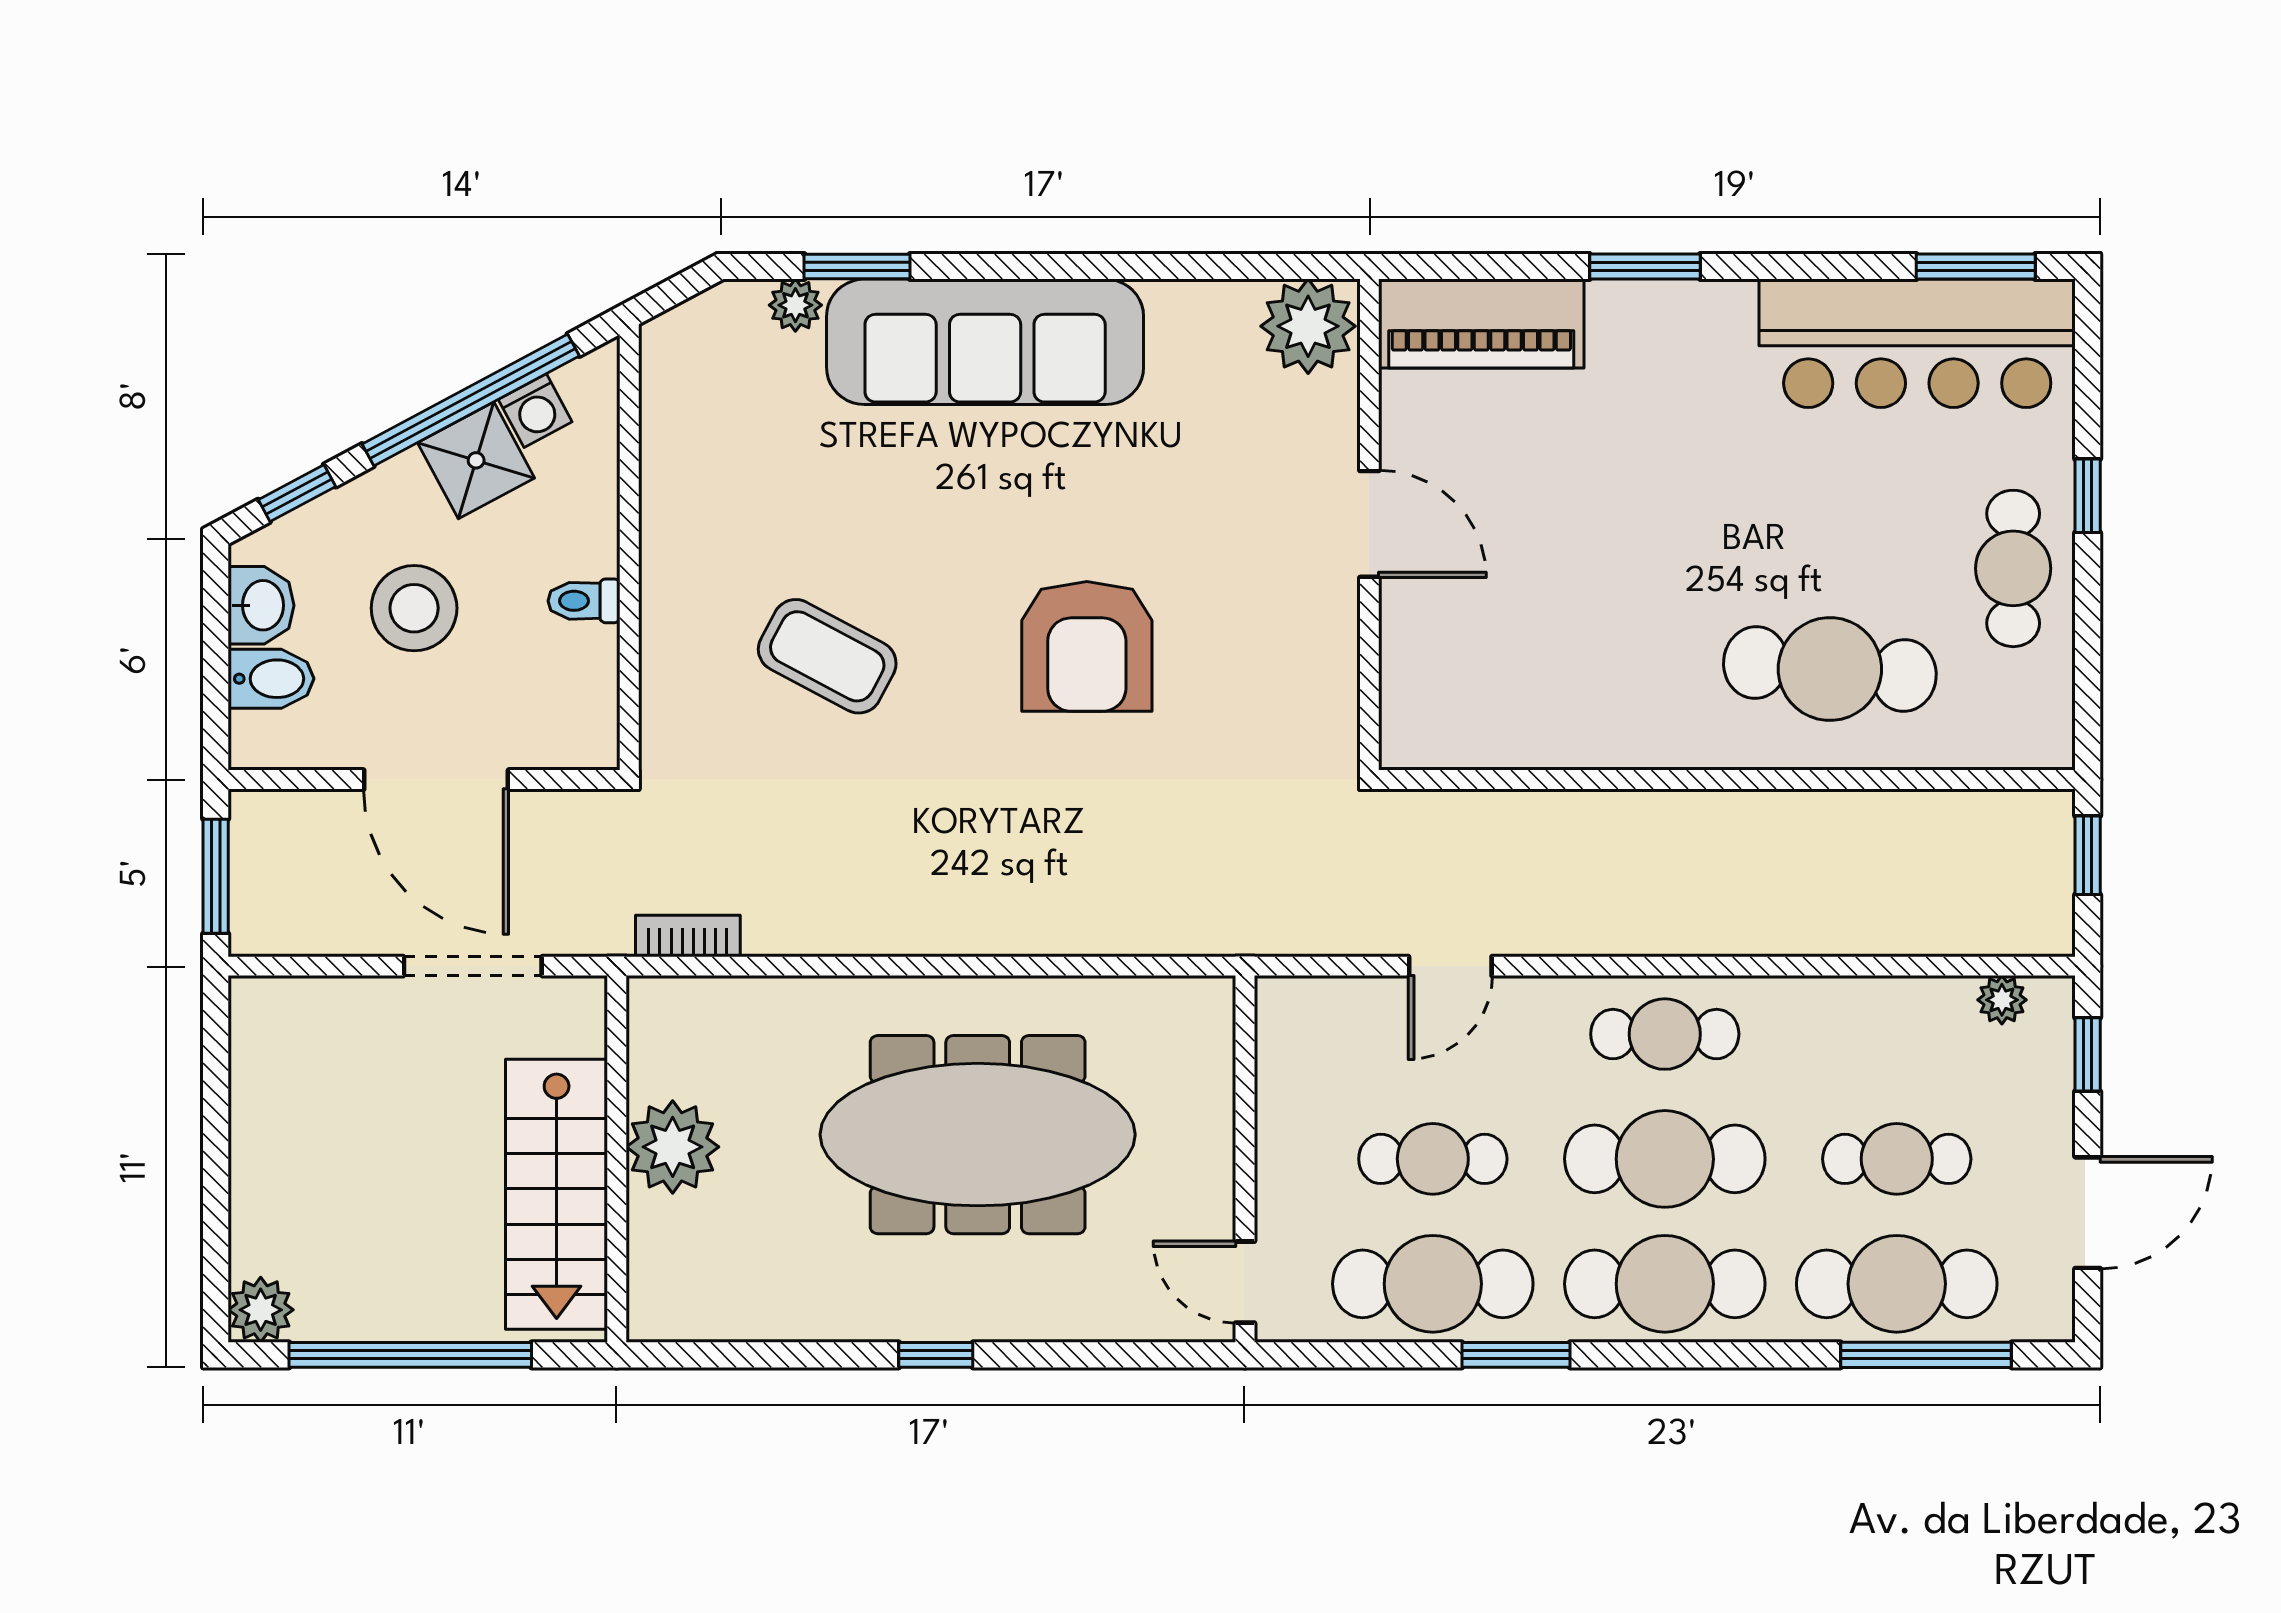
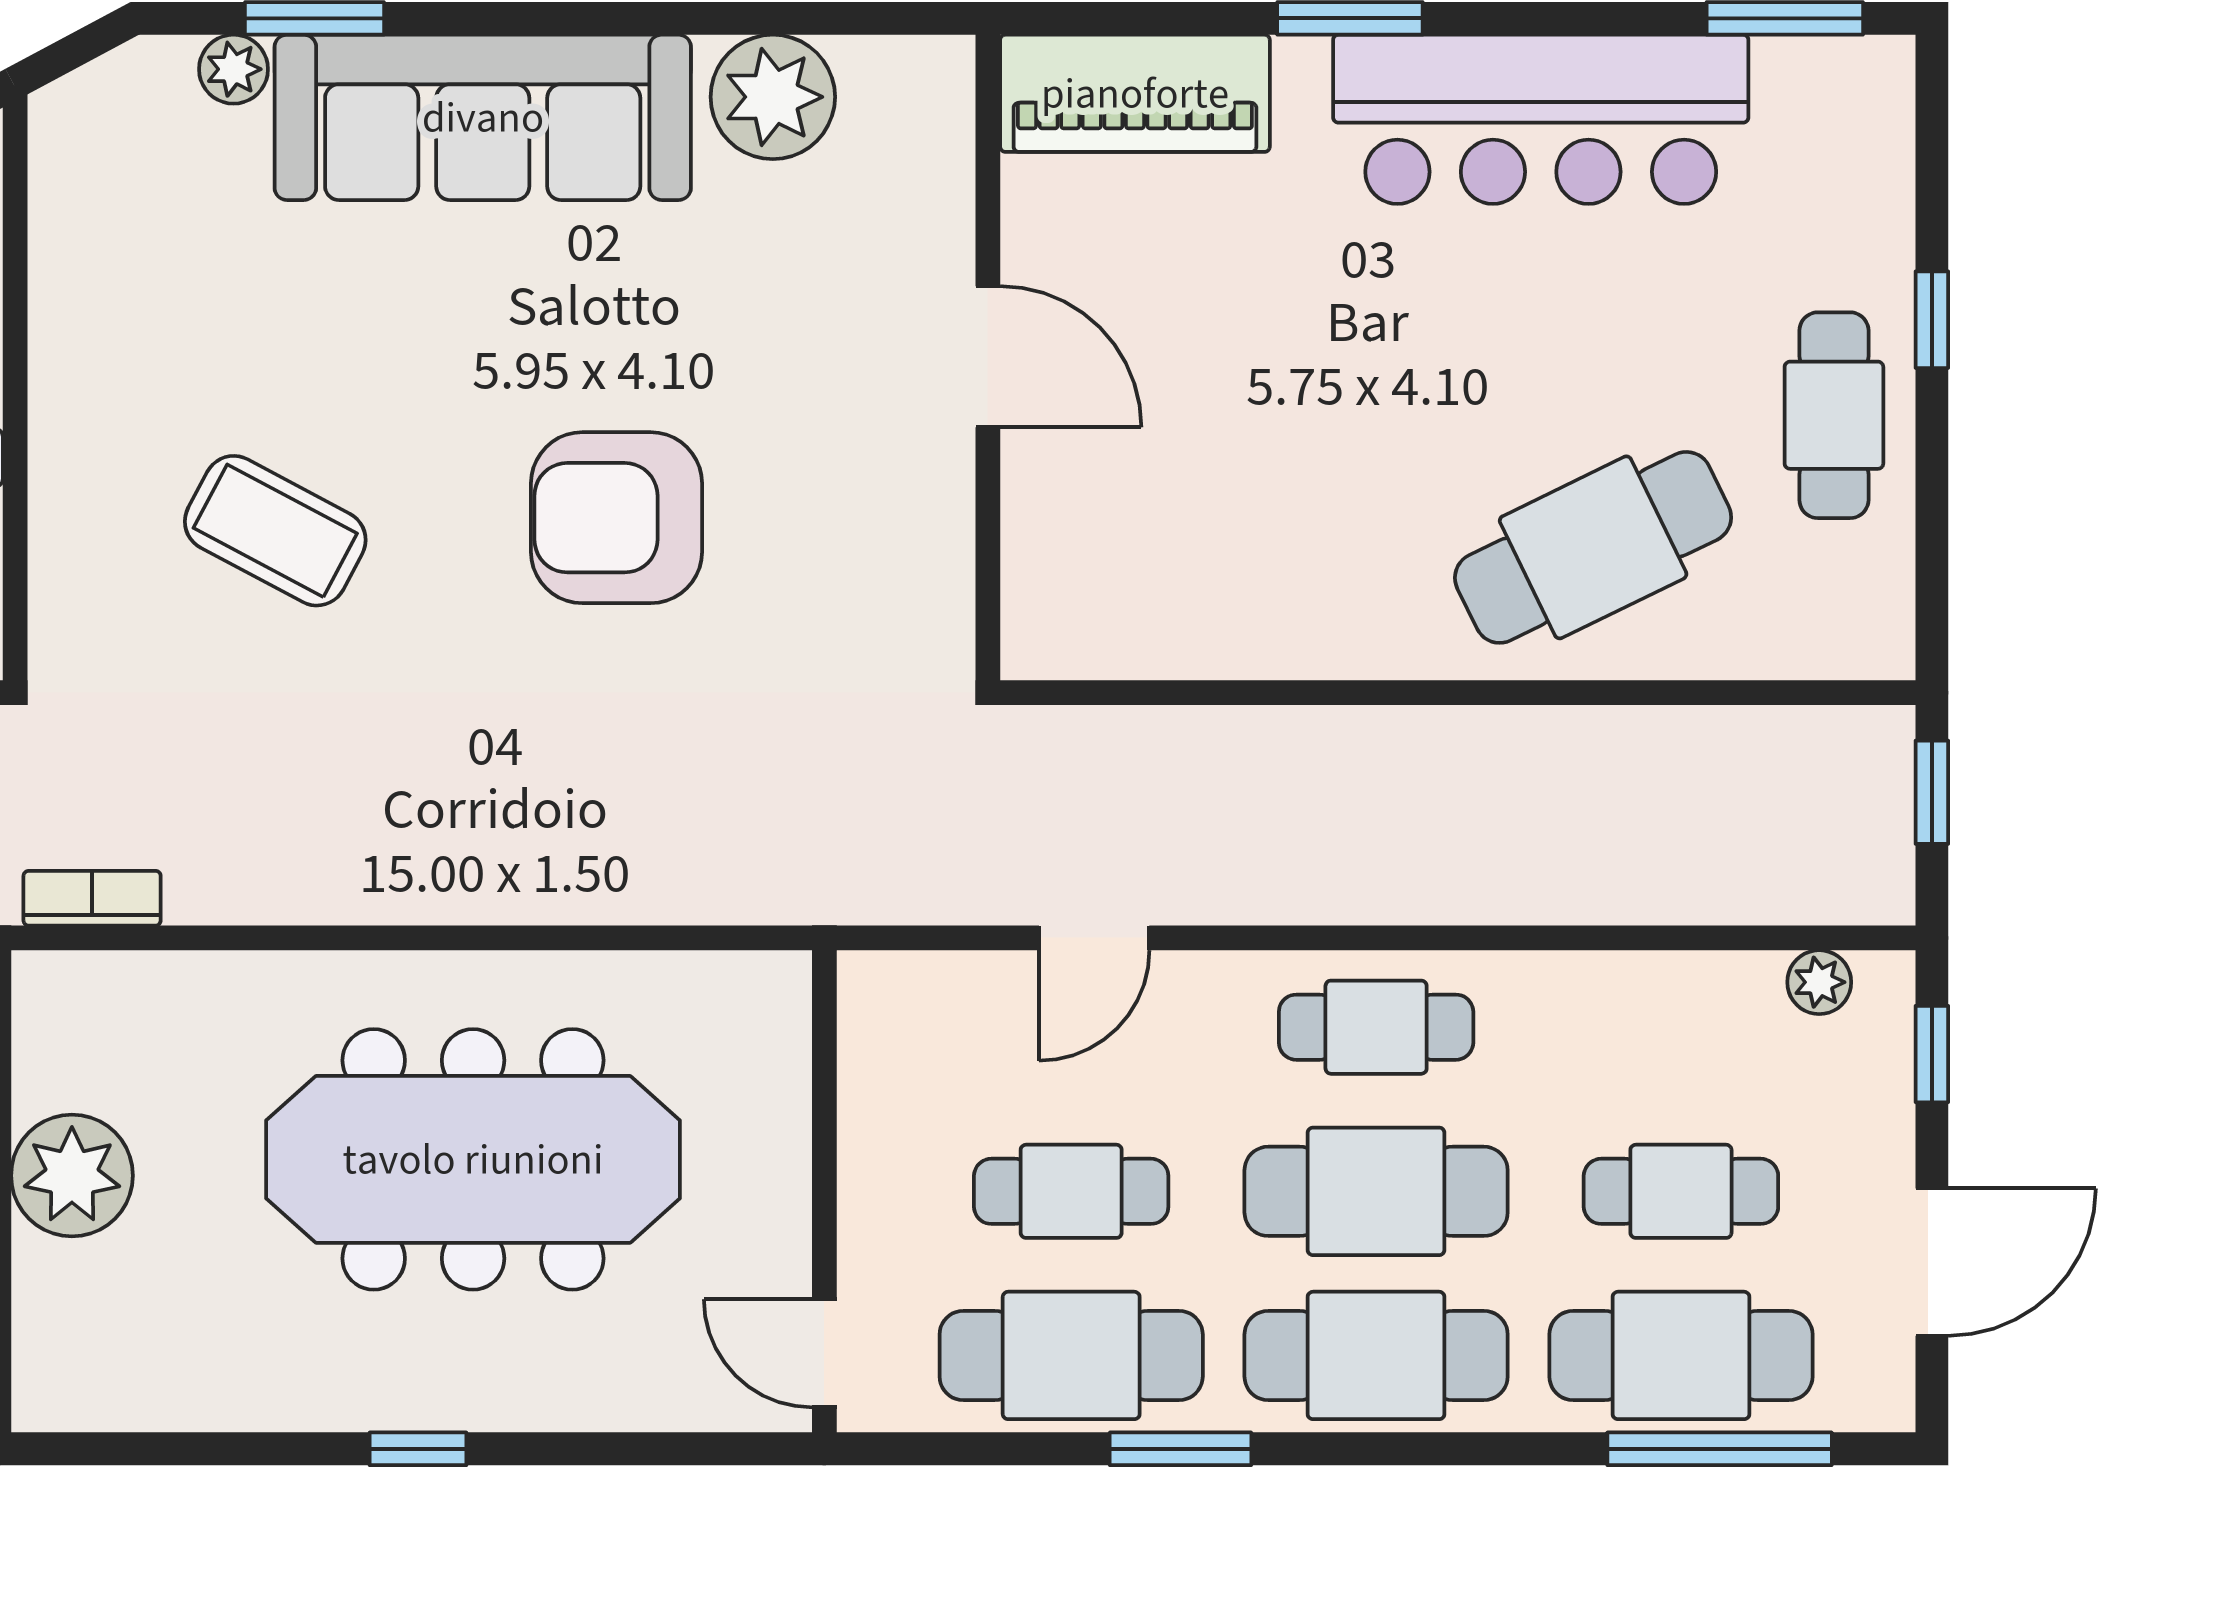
plant: (1308, 326) -> (773, 97), moved
bar counter: (1917, 343) -> (1541, 119), moved
armchair: (1087, 646) -> (616, 518), turned 90
cafe table: (1830, 669) -> (1593, 547), turned -31

